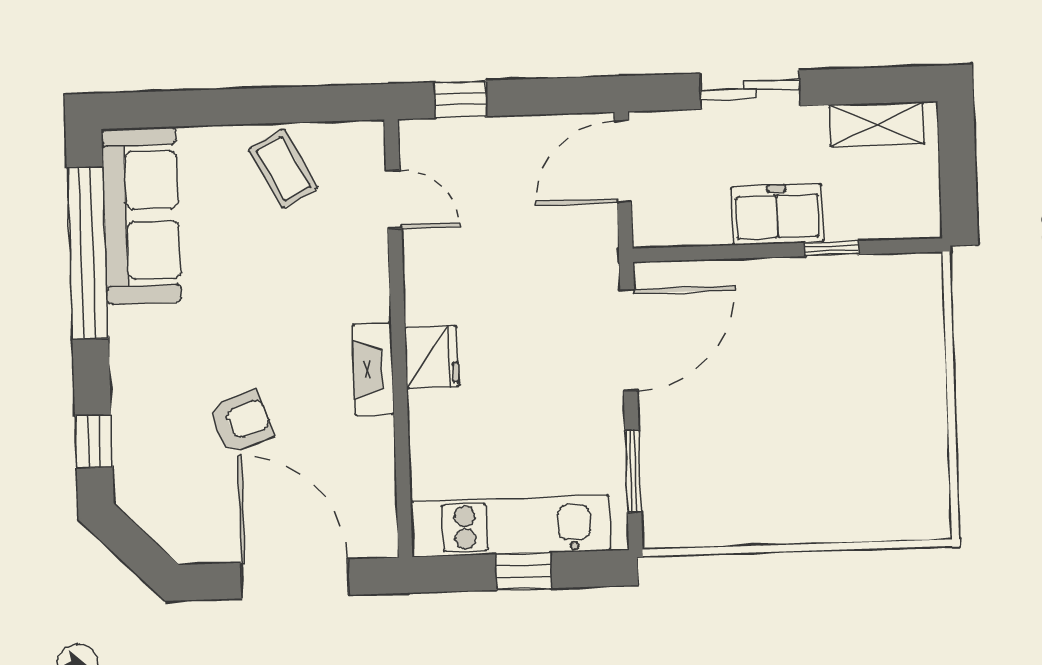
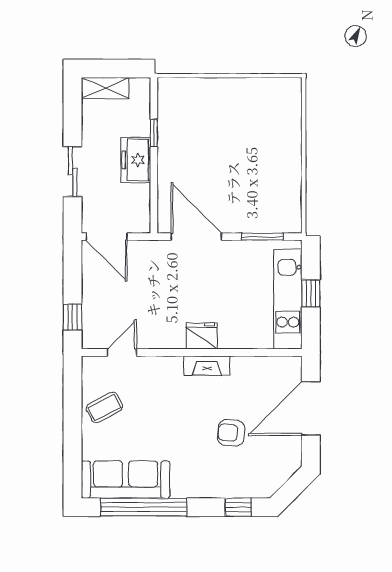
shelving: (877, 124) -> (105, 88), moved, turned 90
armchair: (241, 422) -> (231, 433), turned -66

